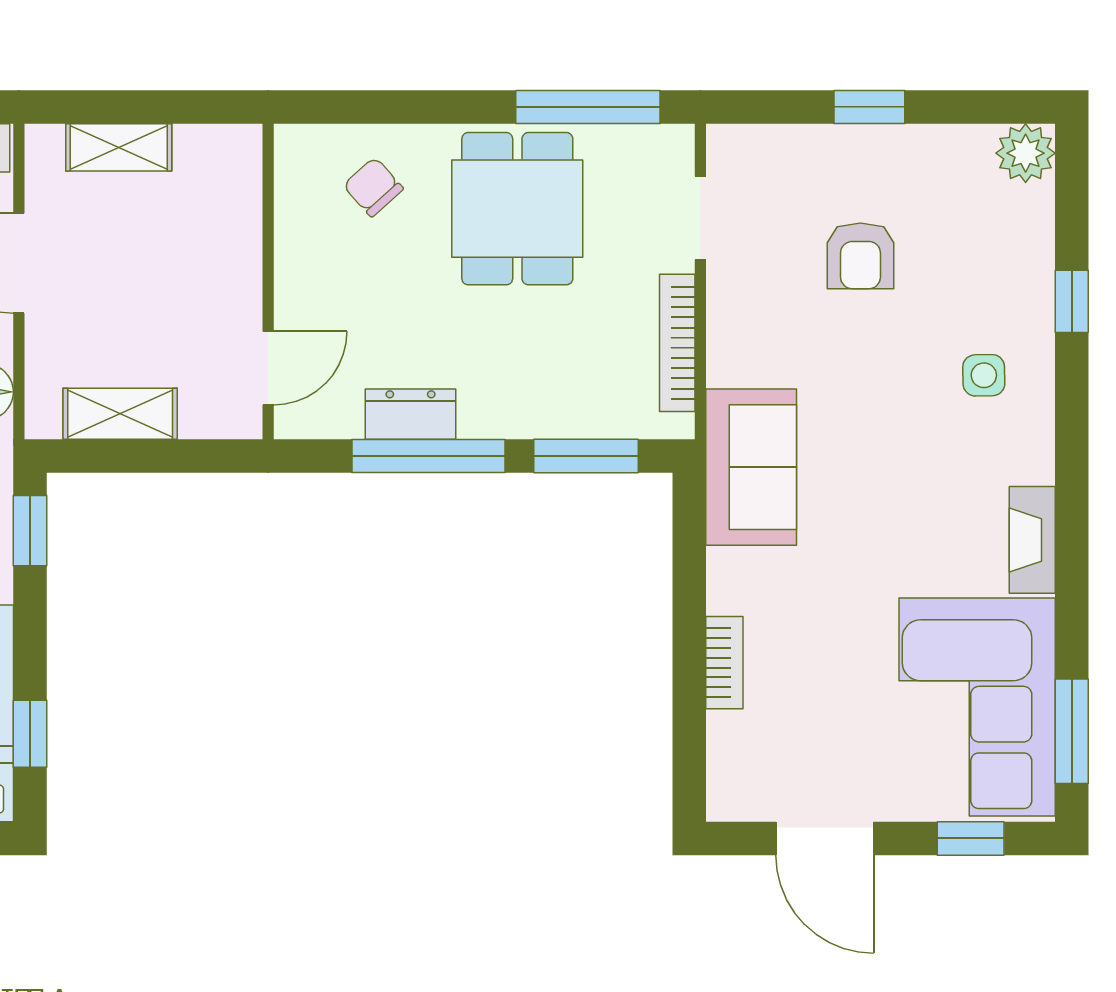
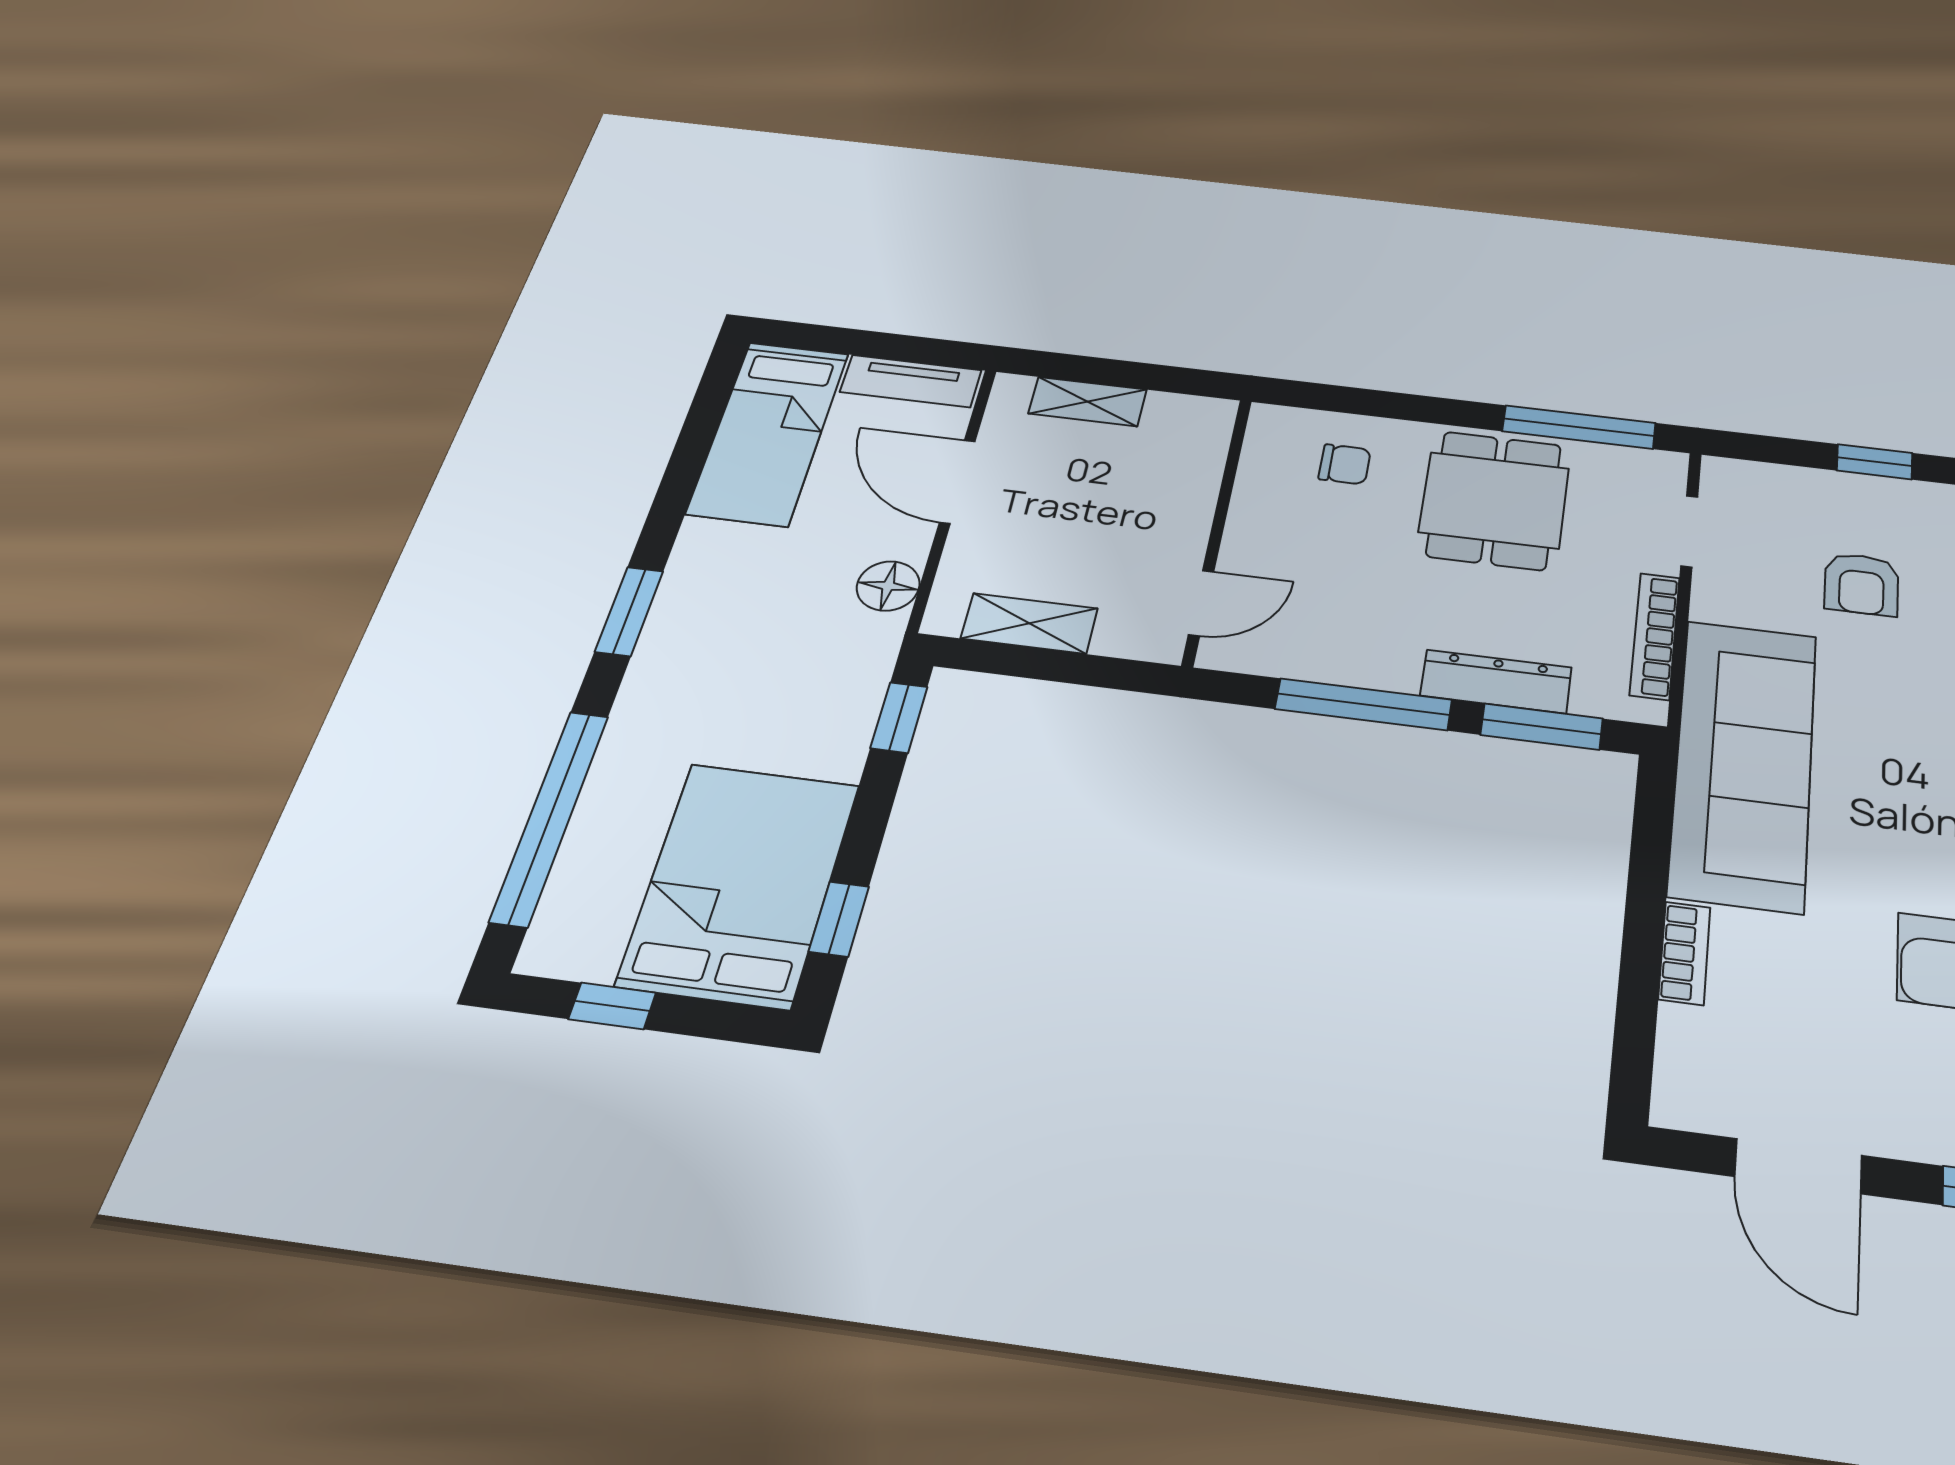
chair: (373, 187) -> (1345, 464), turned 132
dresser: (411, 414) -> (1496, 682), moved, width x1.44
sofa: (751, 467) -> (1744, 762), width x1.85, depth x1.27

